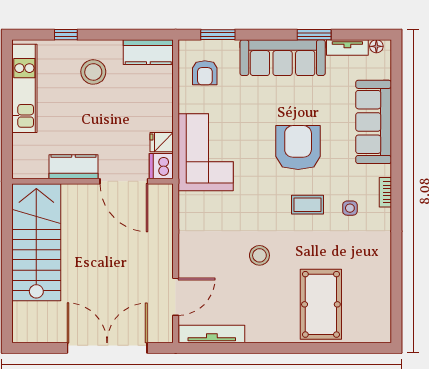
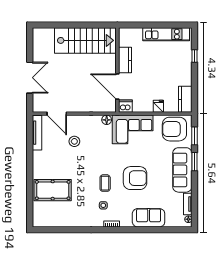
window: (314, 35) -> (194, 162), moved
stool: (93, 72) -> (175, 70), removed
armchair: (205, 73) -> (174, 129), width x1.88, depth x1.88
sofa: (374, 122) -> (149, 218), width x0.73
fridge: (162, 142) -> (158, 106), moved
door: (124, 181) -> (117, 87), hinge flipped
floor lamp: (187, 202) -> (107, 120), added
stool: (259, 255) -> (74, 141), moved
double door: (107, 348) -> (30, 78), width x0.73

